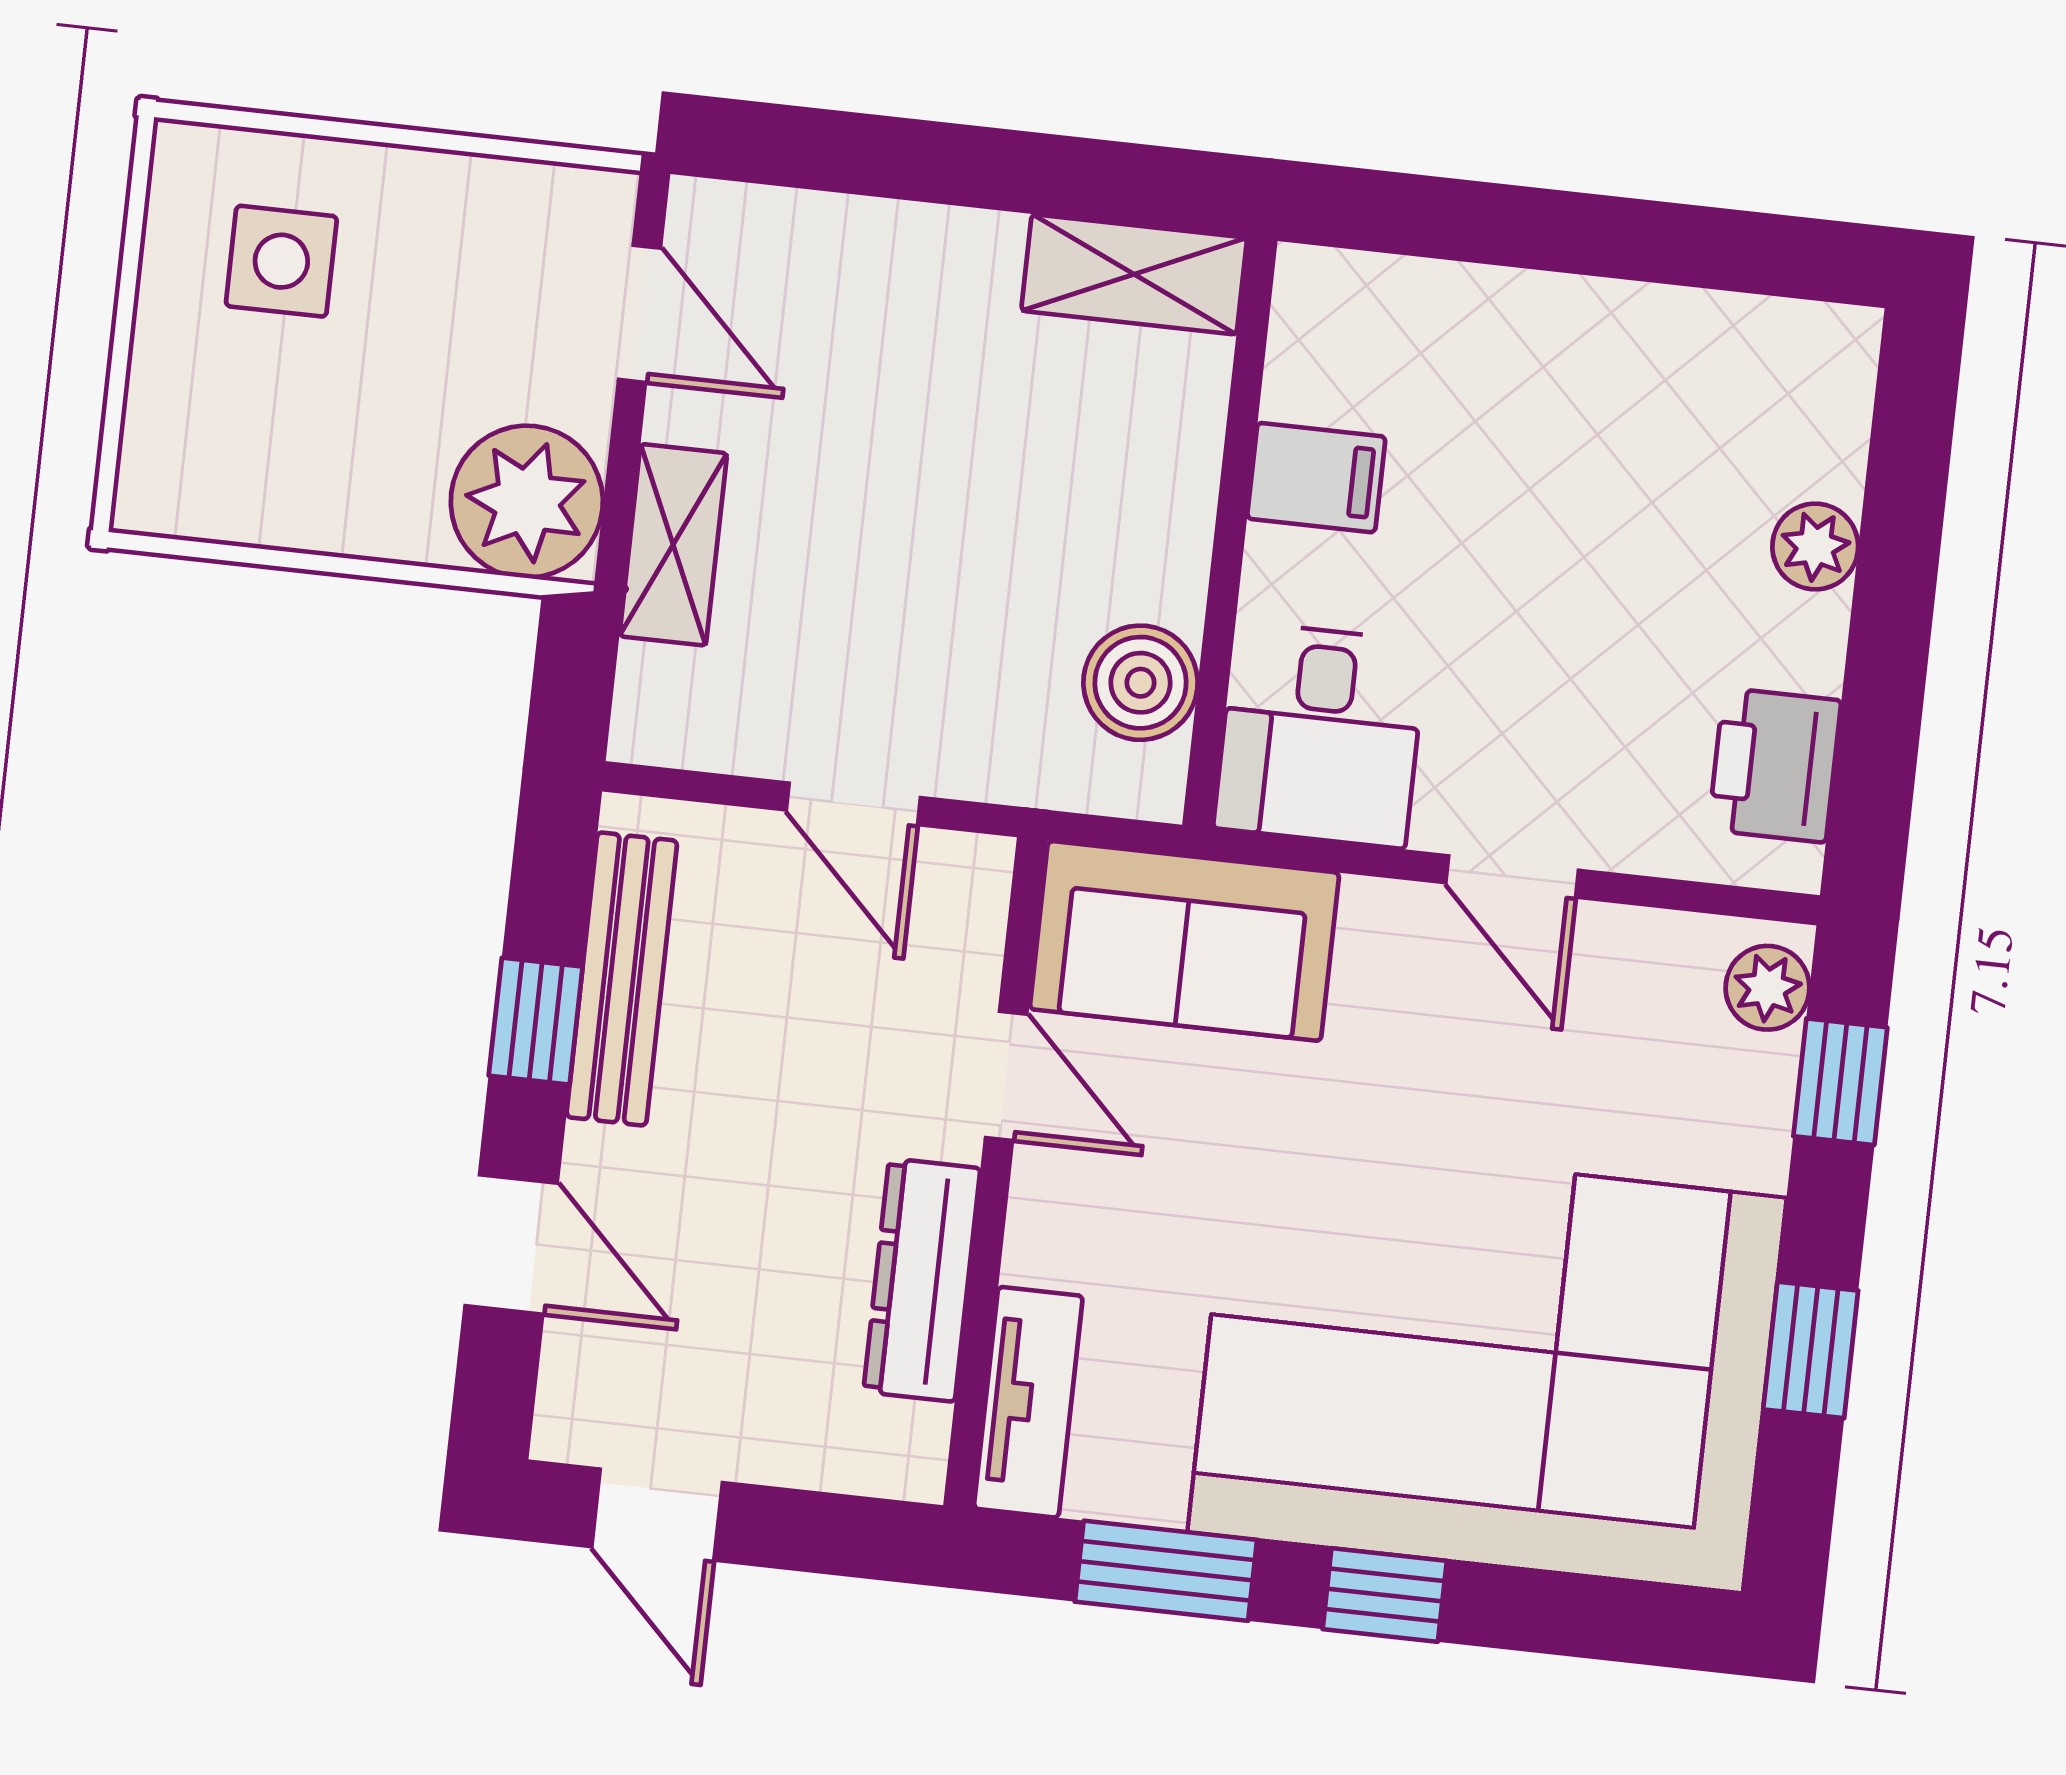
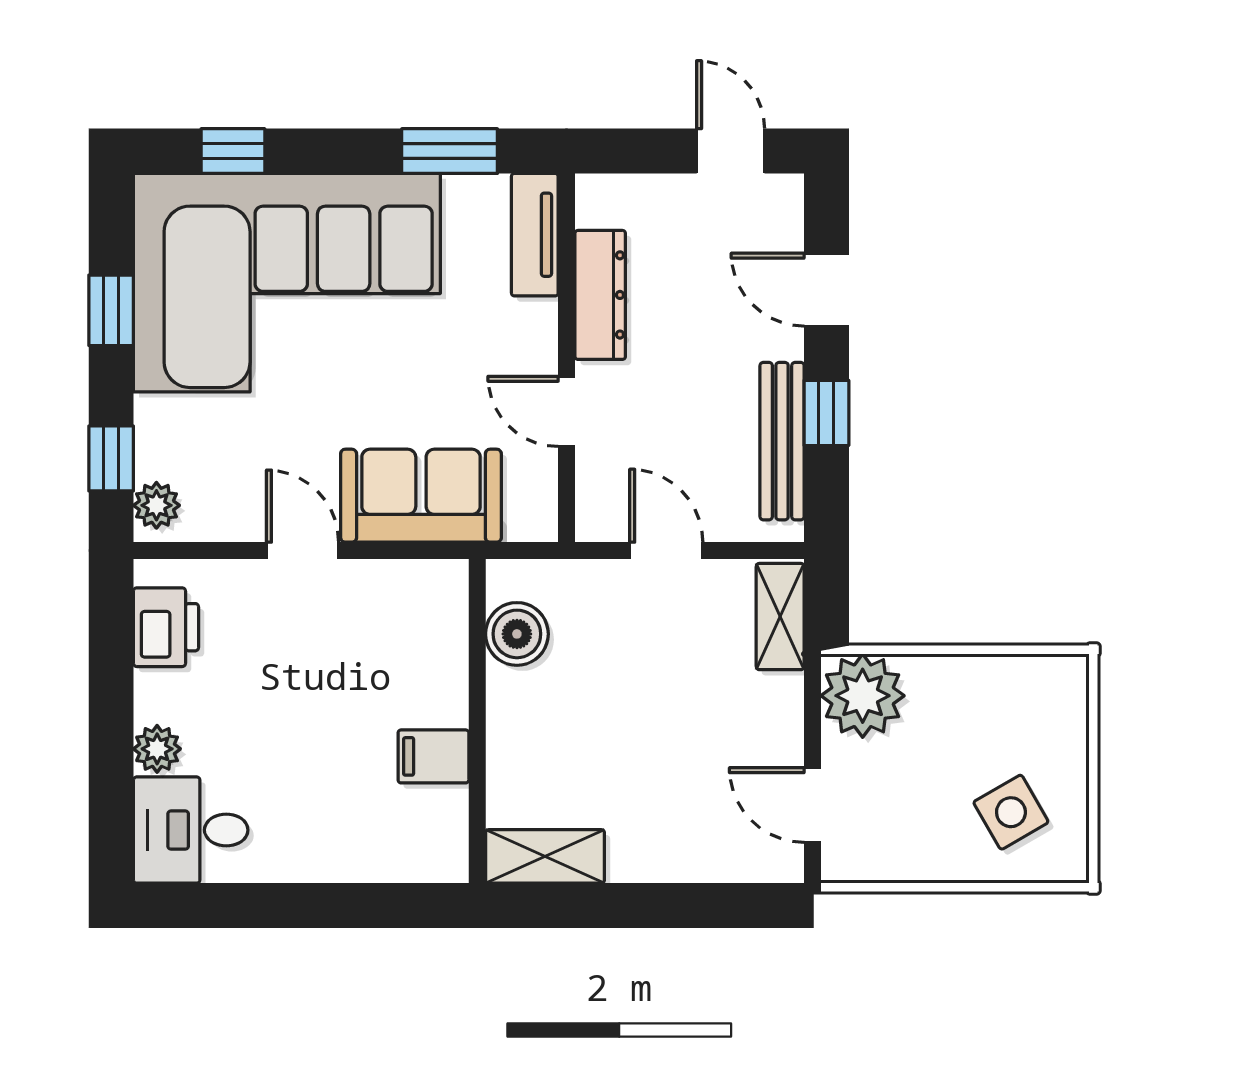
side table: (281, 261) -> (1011, 812), turned -30
shelving: (673, 545) -> (780, 617), moved
desk: (1320, 735) -> (191, 830), moved, turned -90
sofa: (1184, 941) -> (421, 496), moved
window: (1385, 1595) -> (233, 151), moved

